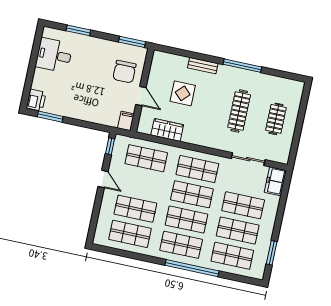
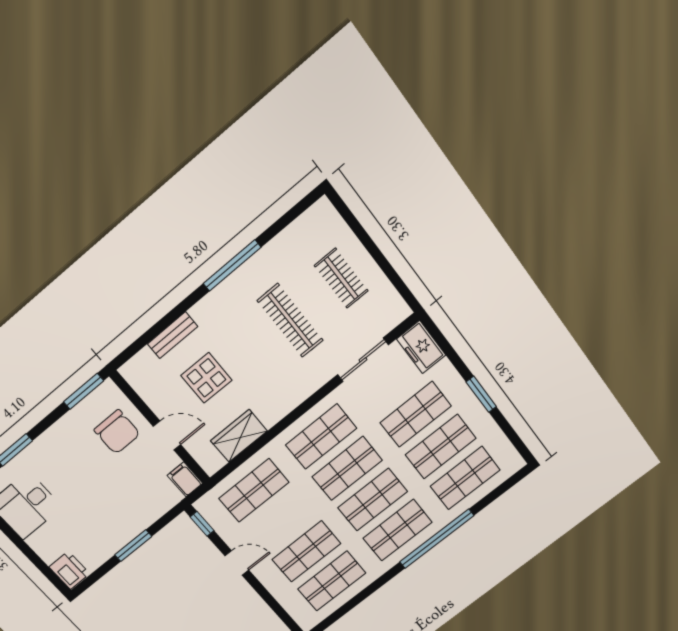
bench: (203, 66) -> (173, 335), moved
window: (50, 117) -> (133, 546), moved
window: (272, 253) -> (481, 394), moved

